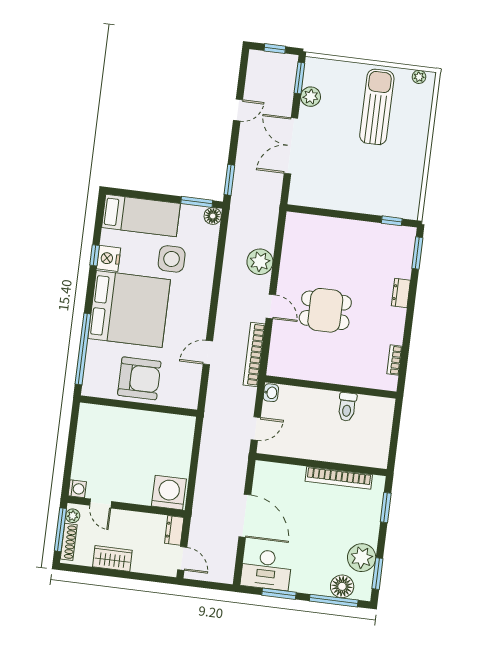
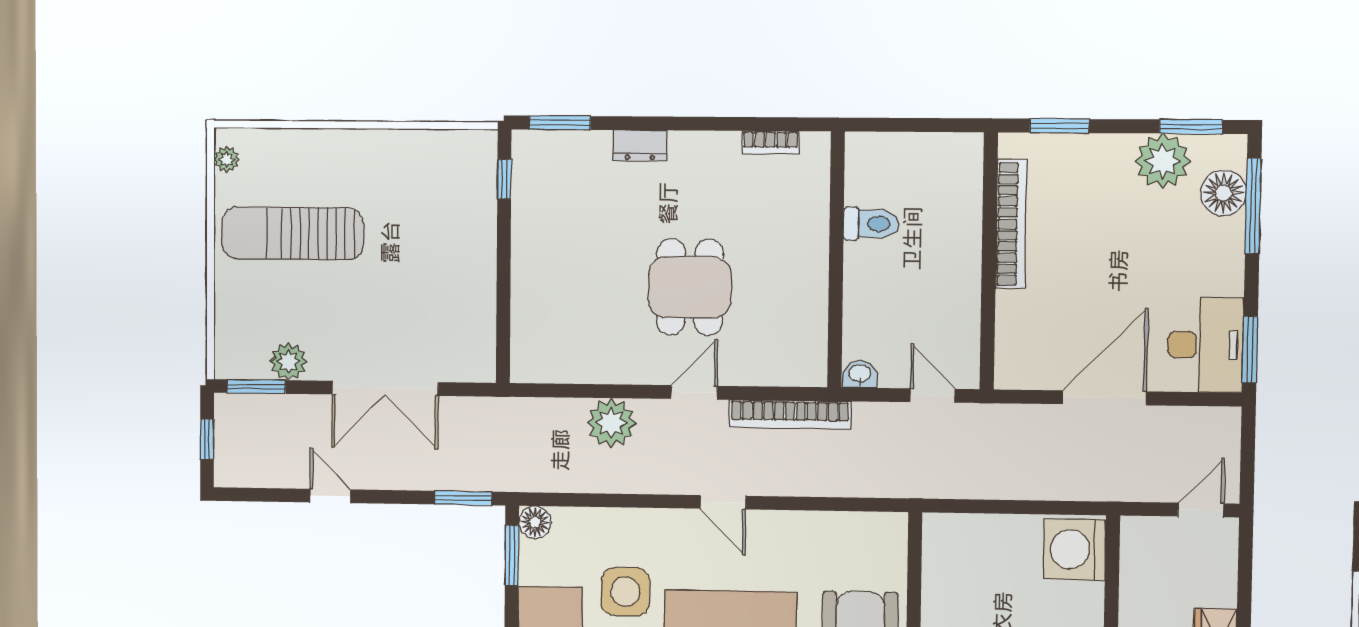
door: (208, 353) -> (723, 502), moved
dresser: (174, 530) -> (1148, 531), removed
window: (279, 594) -> (1250, 349), moved

